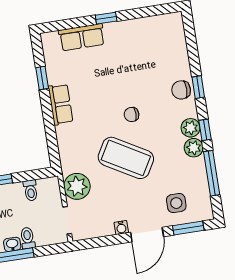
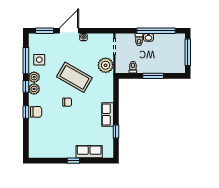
side table: (176, 203) -> (39, 60), moved

